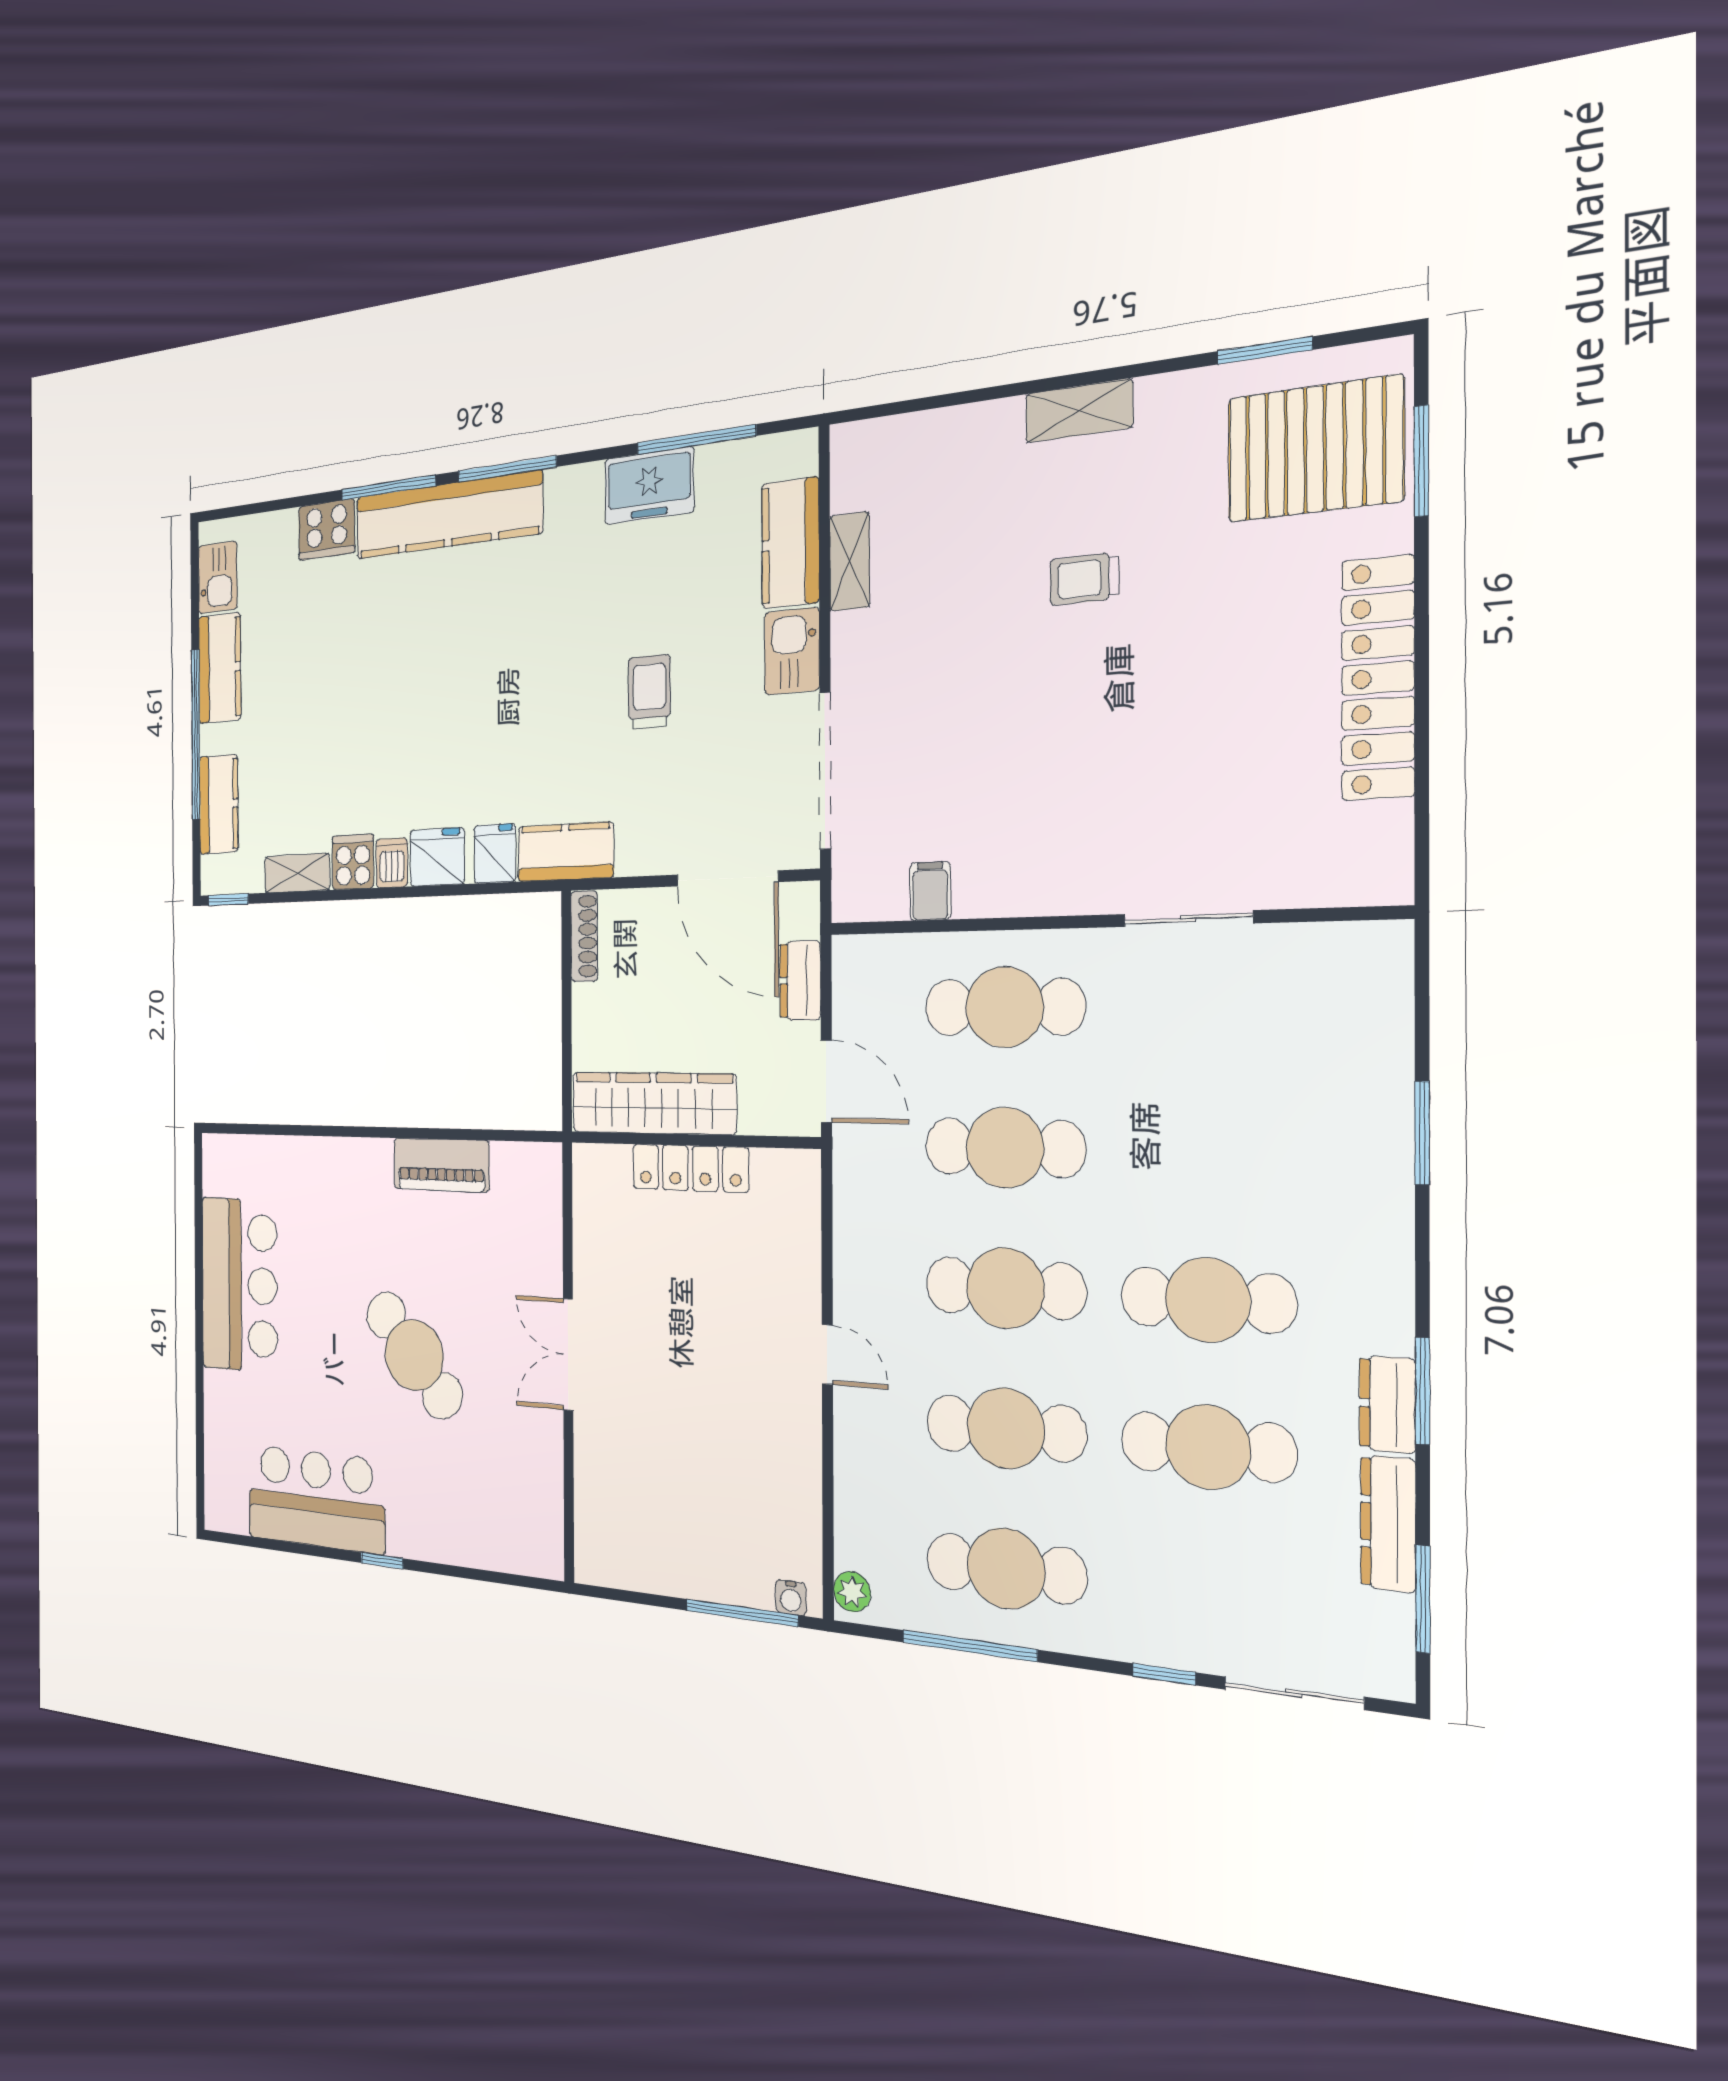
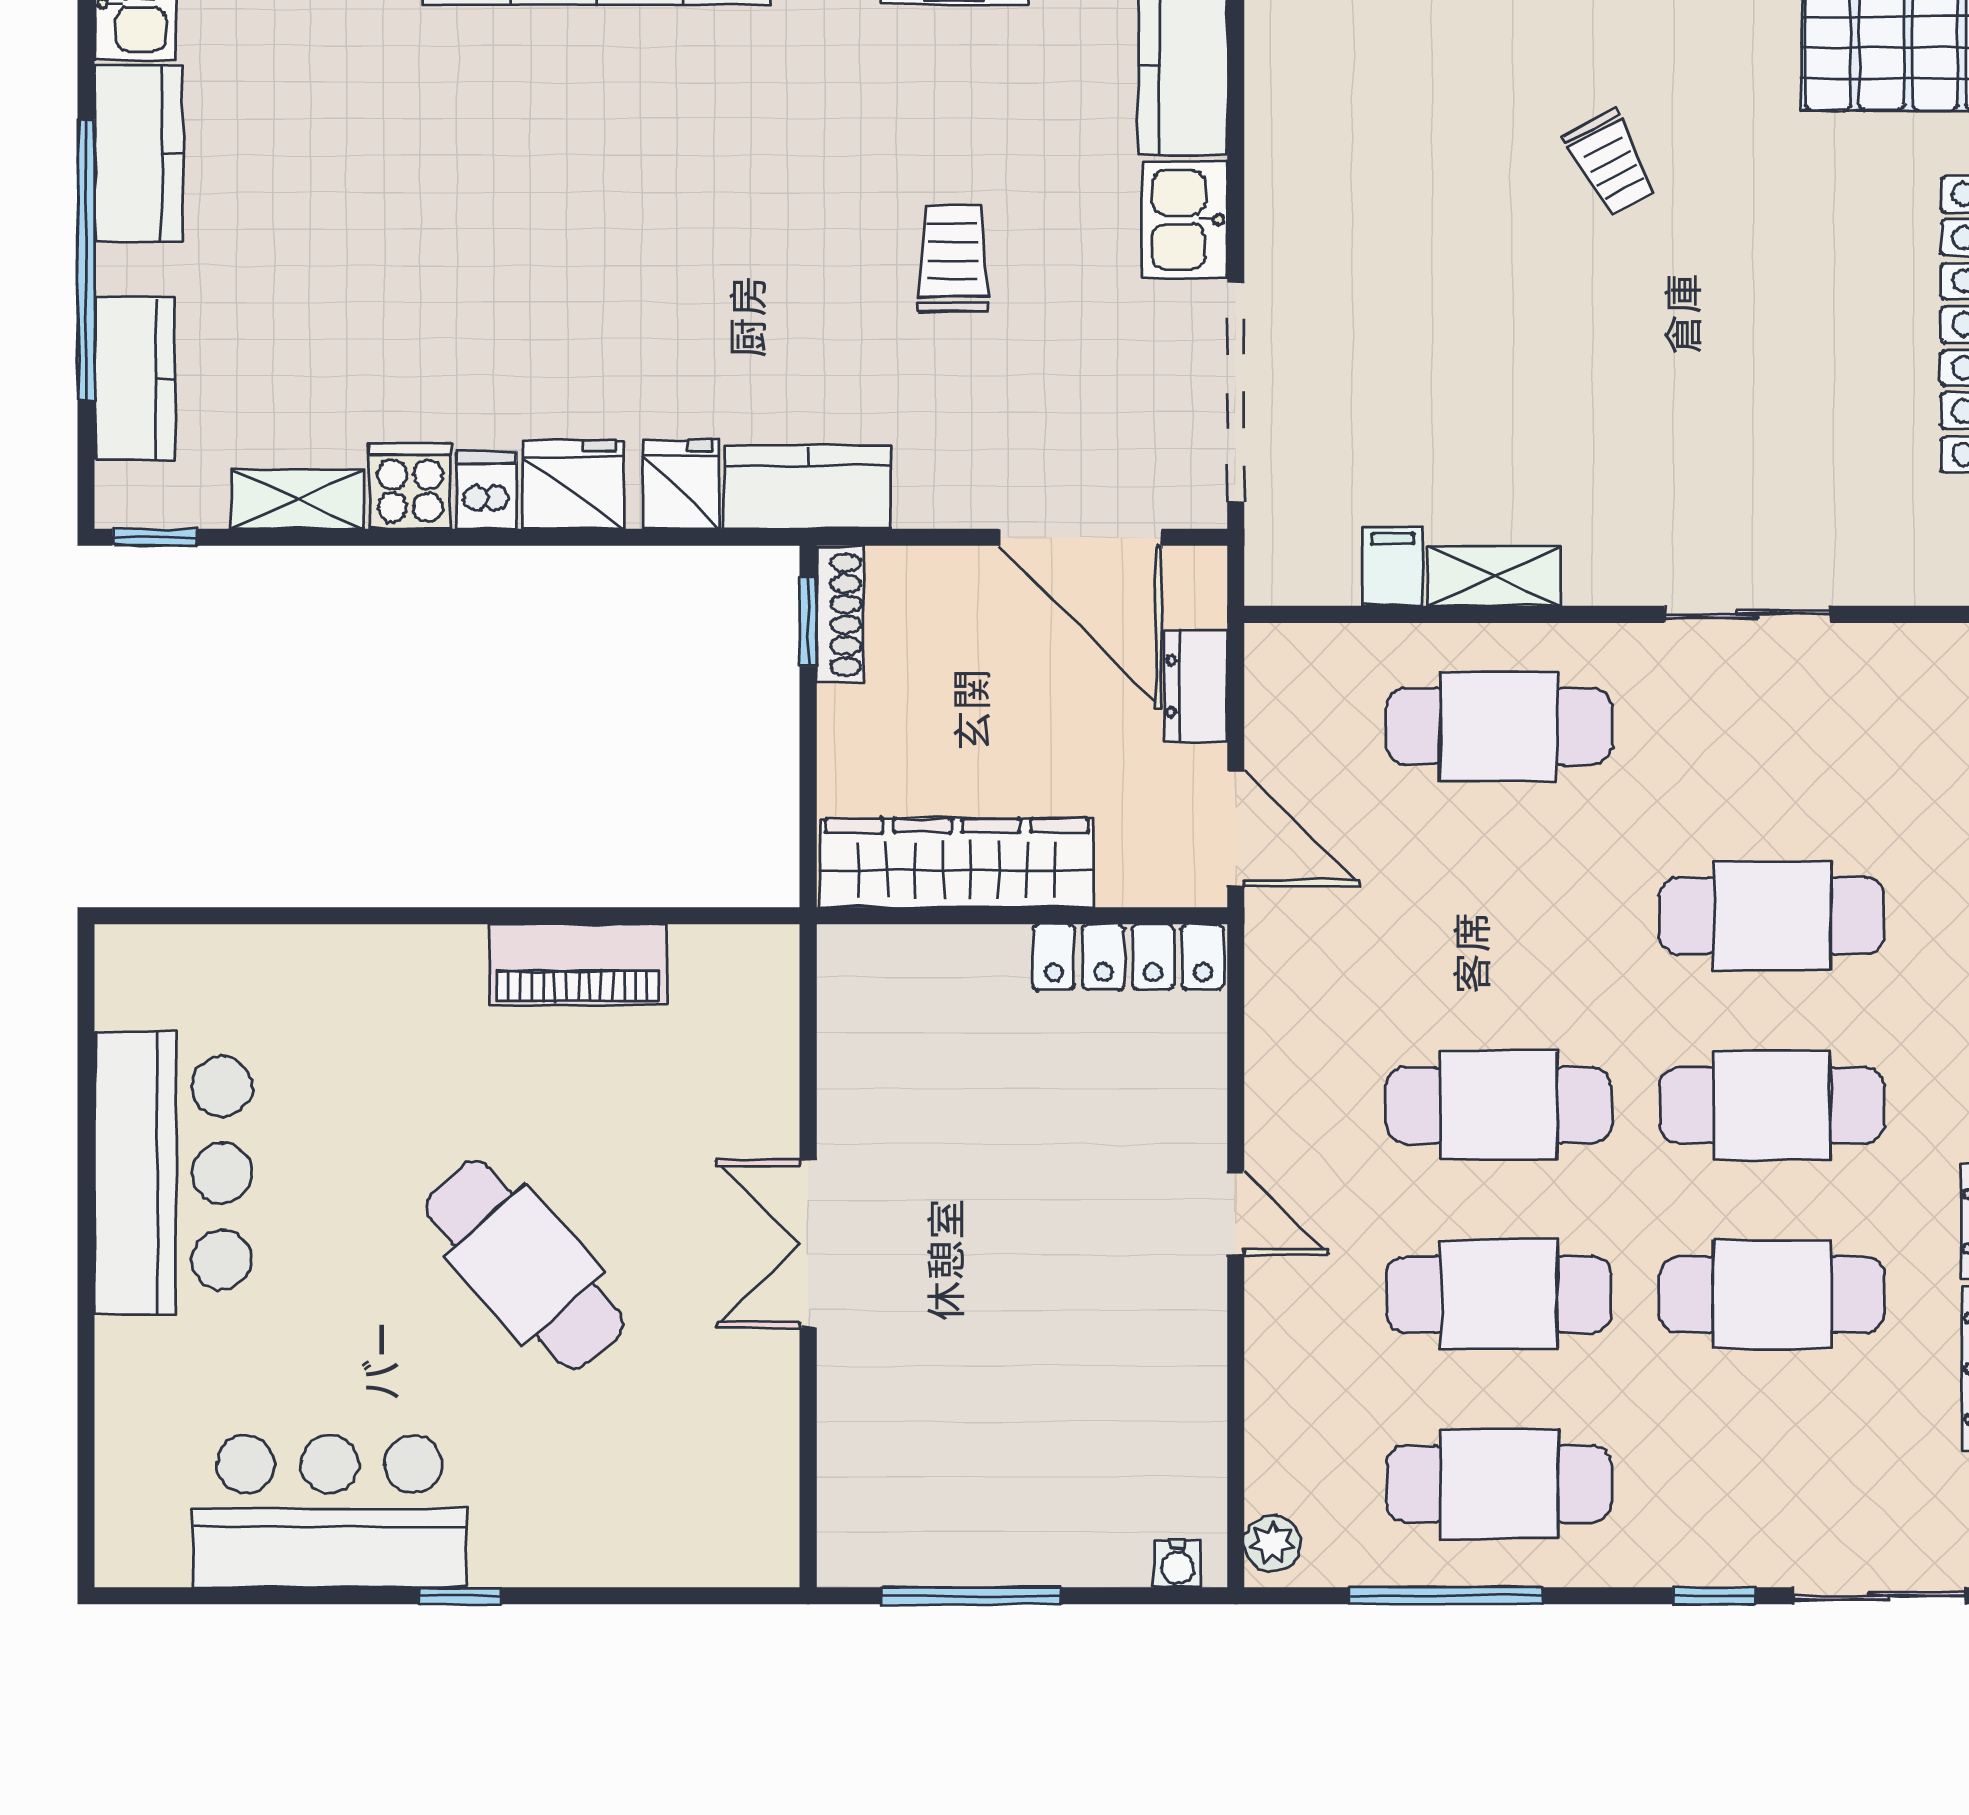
shelving: (850, 561) -> (1495, 576), moved, turned 90
trolley: (1084, 579) -> (1611, 163), turned -118
window: (566, 942) -> (808, 622), added
cafe table: (1005, 1148) -> (1772, 916), moved
locker: (690, 1168) -> (1128, 957), moved
window: (742, 1613) -> (971, 1596), moved

